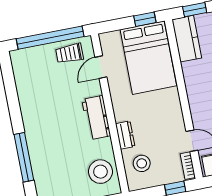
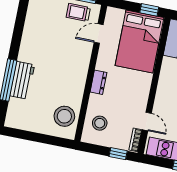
workbench: (96, 118) -> (22, 80), moved, turned 180
dresser: (125, 135) -> (98, 82), moved

